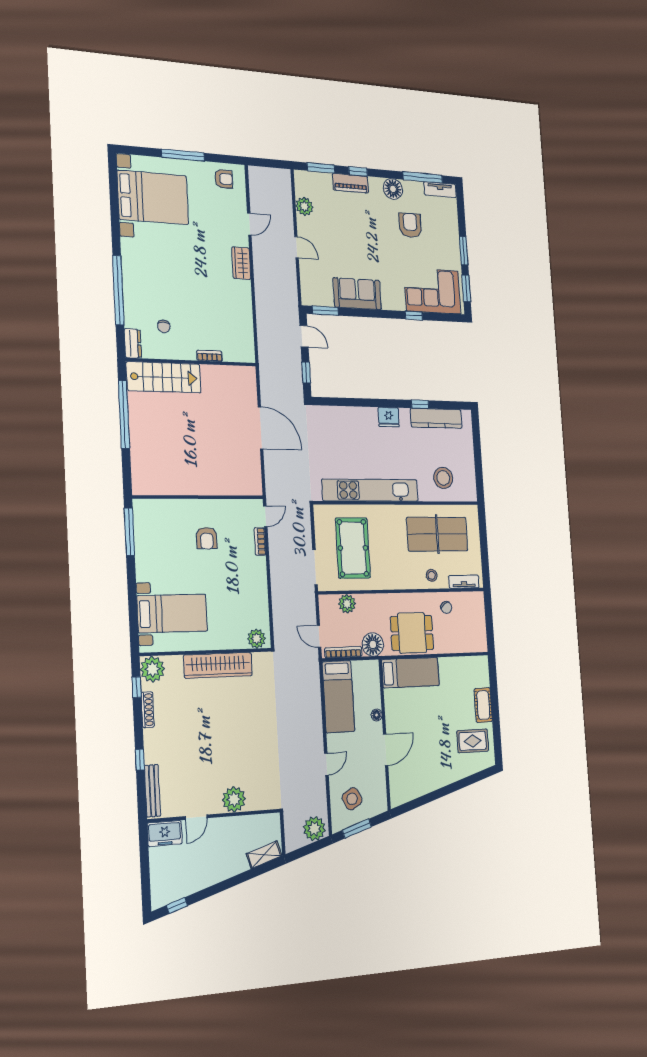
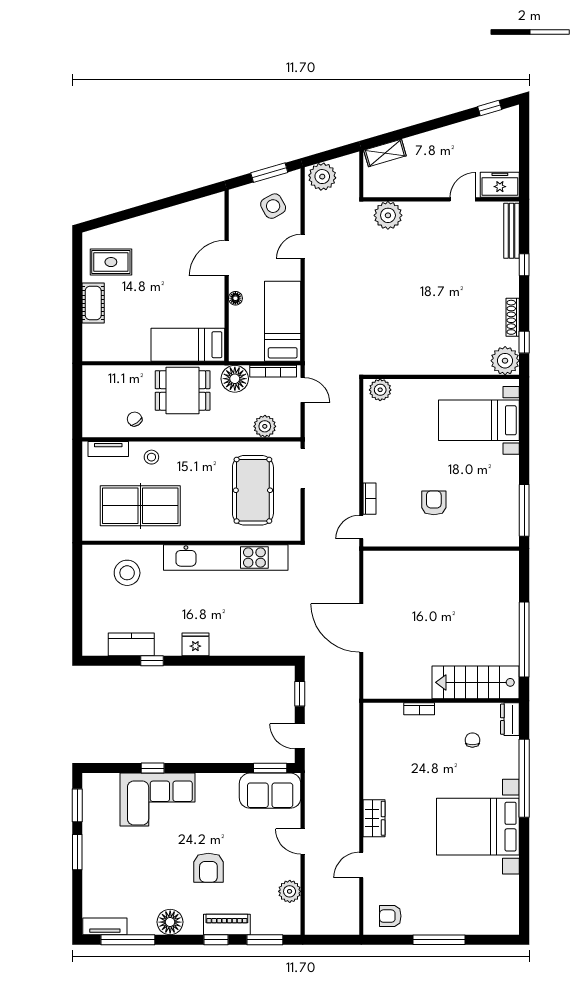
bed with nightstands: (153, 197) -> (478, 827), moved
armchair: (410, 225) -> (208, 868), moved
corner sofa: (432, 291) -> (157, 800), moved
sofa: (357, 294) -> (270, 791), moved
kitchen counter: (436, 418) -> (131, 644), width x0.67
wardrobe: (218, 665) -> (428, 362), removed
plant: (234, 799) -> (388, 215), moved

